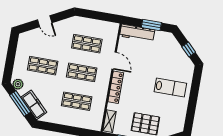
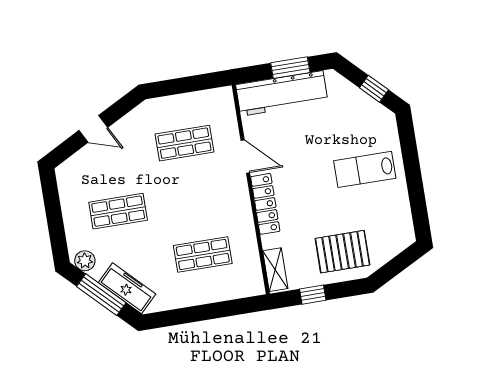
workbench: (137, 33) -> (282, 93), width x1.36, depth x1.32
shop shelf: (82, 72) -> (194, 199), removed
lab bench: (170, 87) -> (365, 169), turned 180

